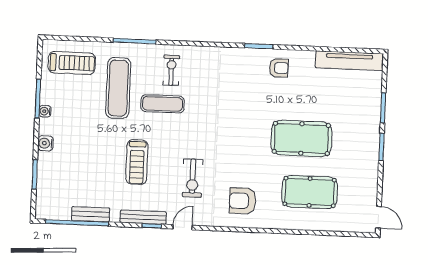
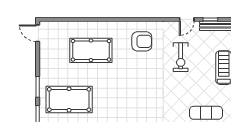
pool table: (301, 138) -> (69, 100), moved
exercise bike: (193, 178) -> (181, 57), turned 180

